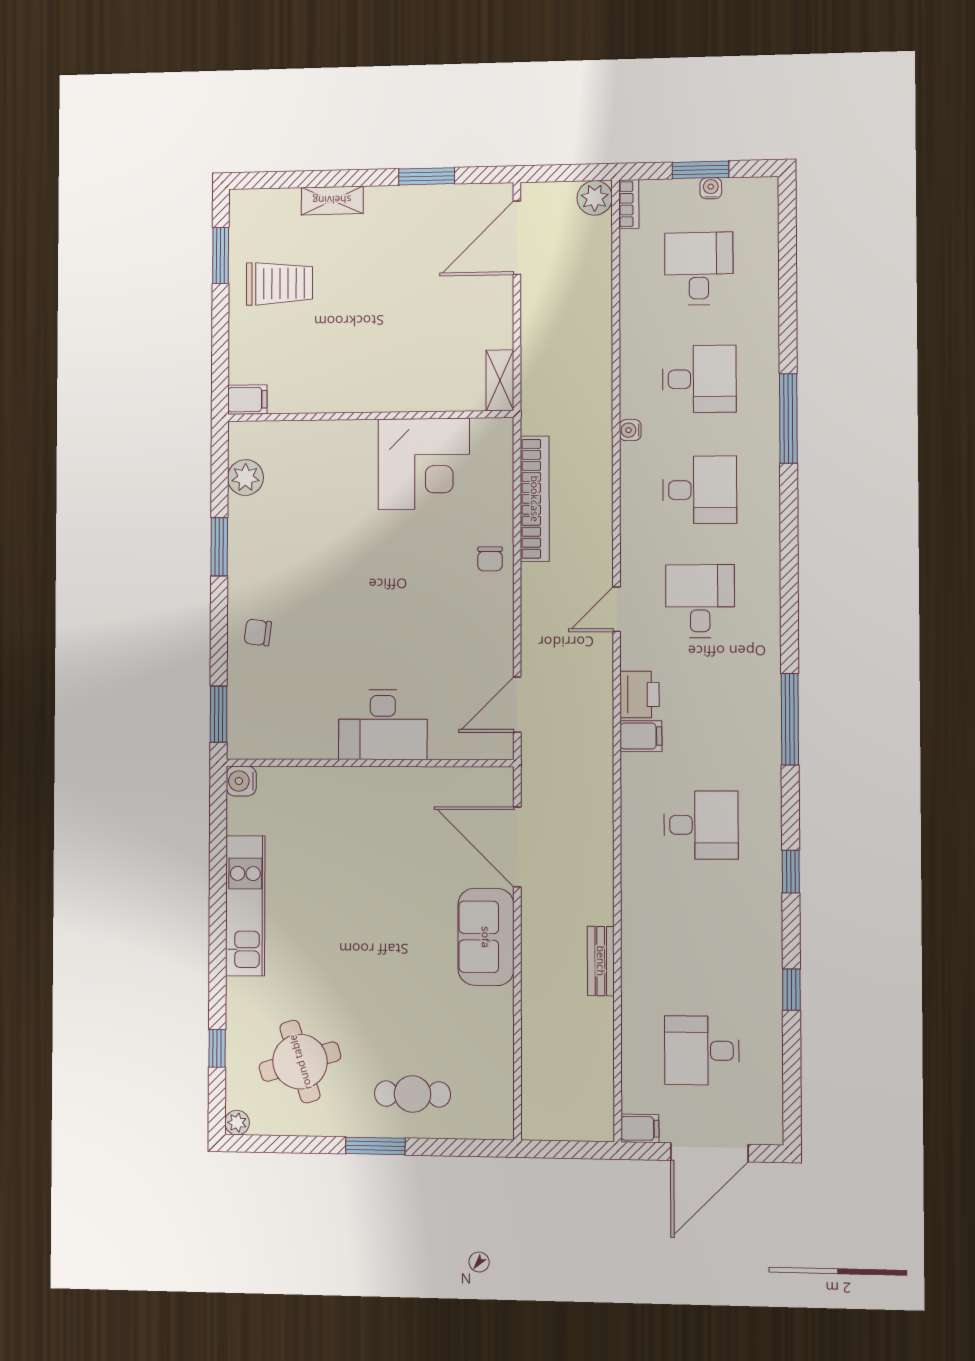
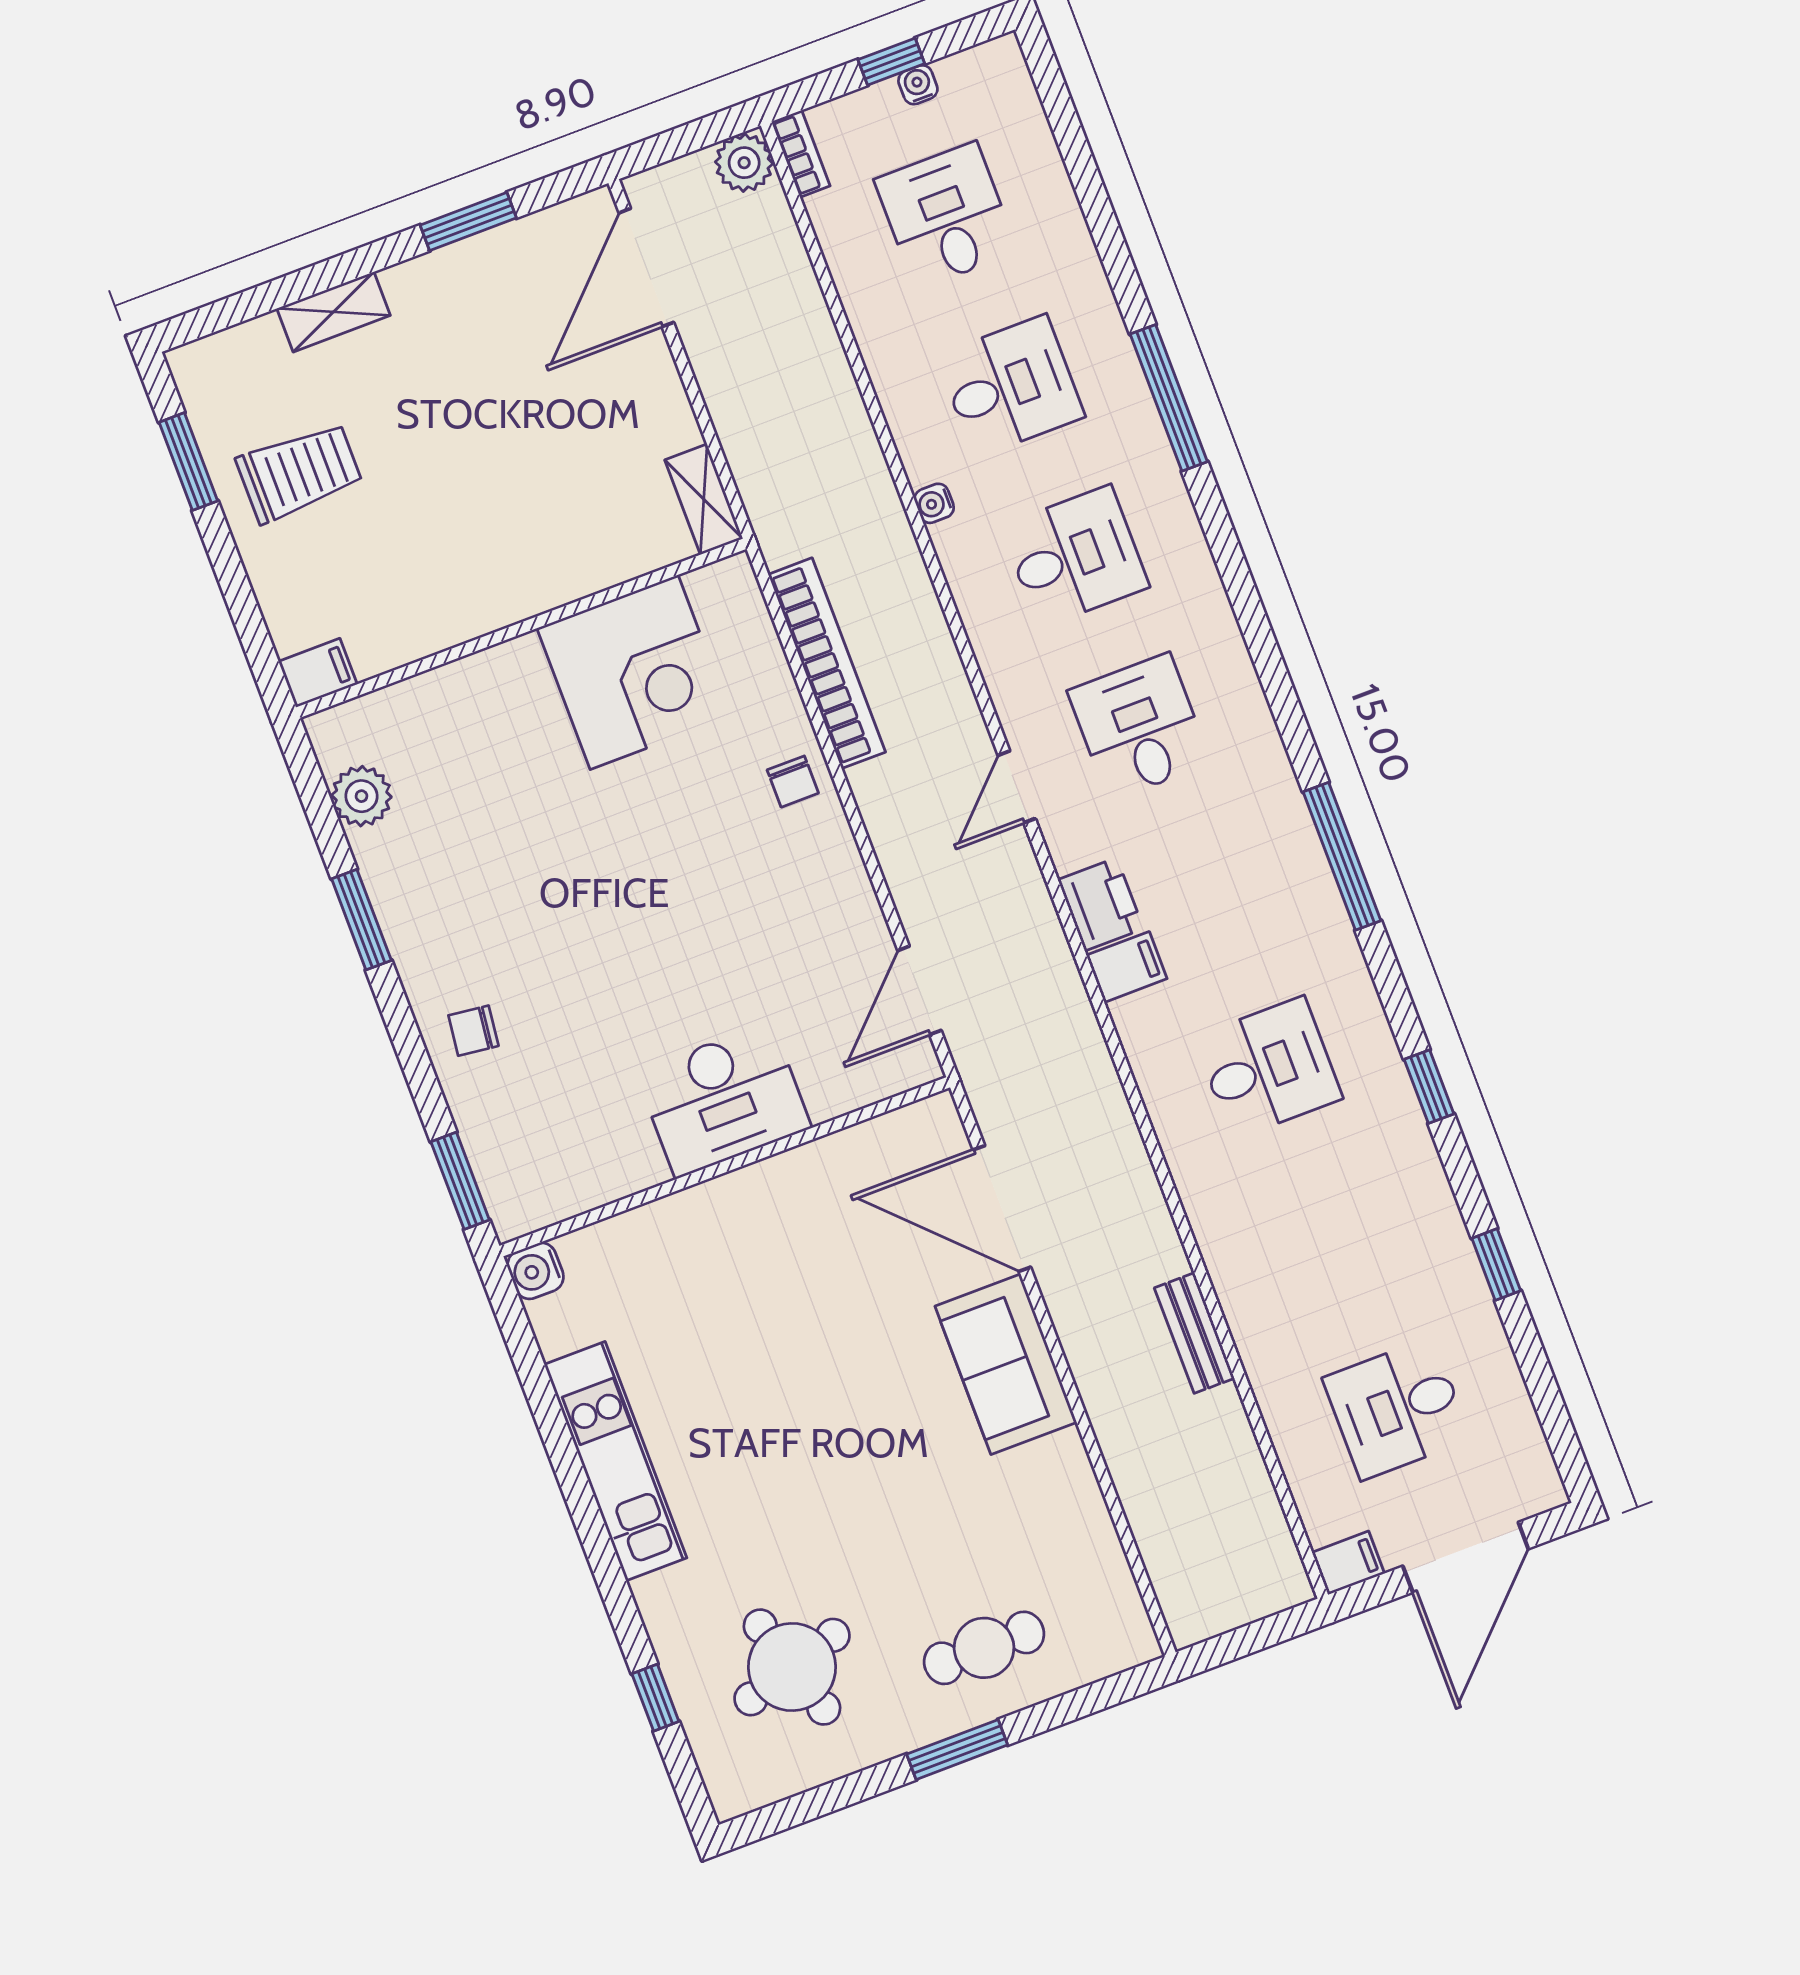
window: (700, 170) -> (891, 62), width x0.67
plant: (237, 1123) -> (730, 1799), removed

